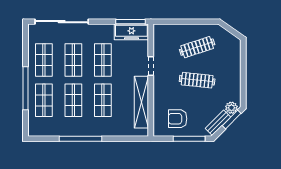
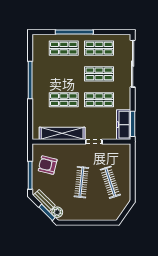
shop shelf: (73, 100) -> (64, 74), removed
armchair: (178, 119) -> (48, 165), turned -76

